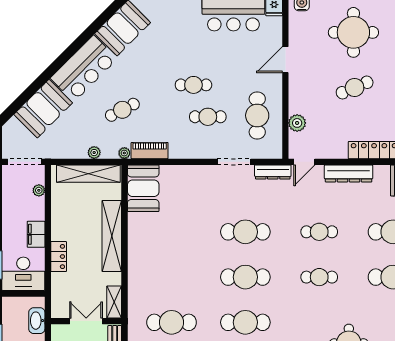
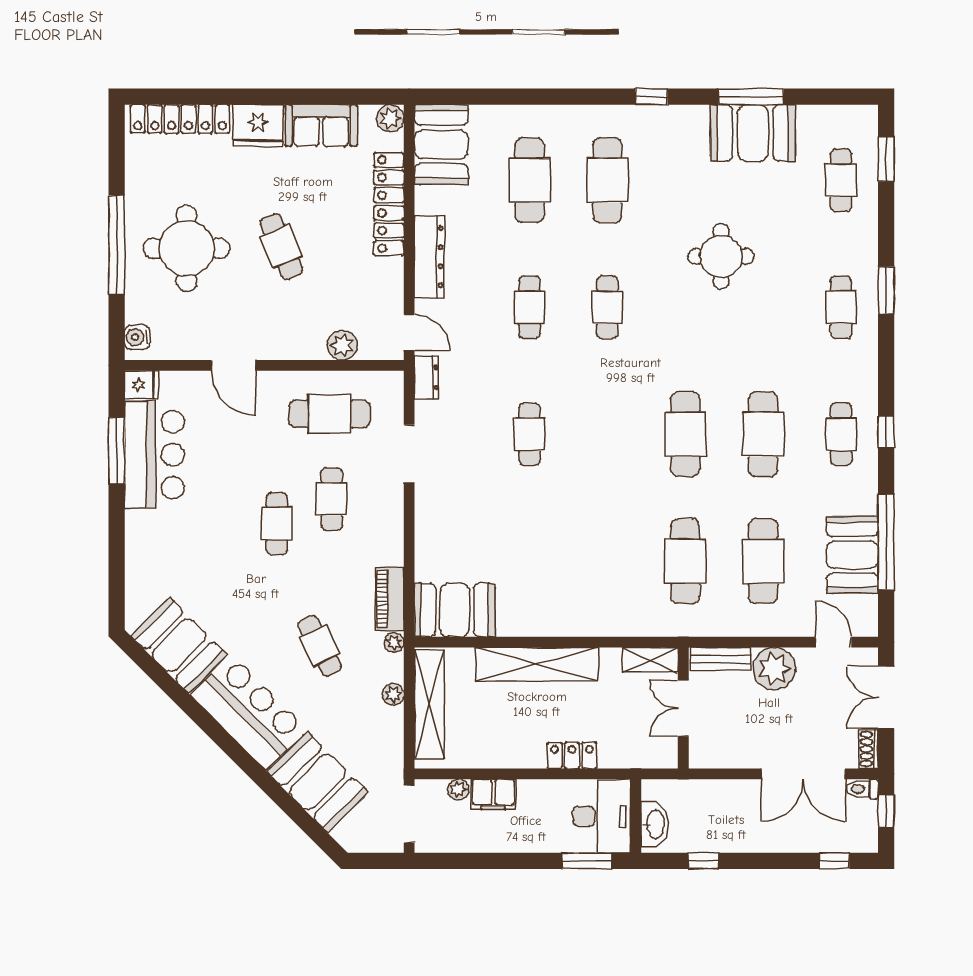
dresser: (273, 172) -> (427, 378), width x0.70
cafe table: (245, 232) -> (530, 434), width x0.73, depth x0.74
filing cabinet: (36, 234) -> (493, 794), moved
cafe table: (245, 277) -> (607, 434), removed
washbasin: (37, 321) -> (655, 824), moved, turned -90

